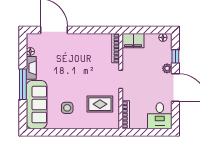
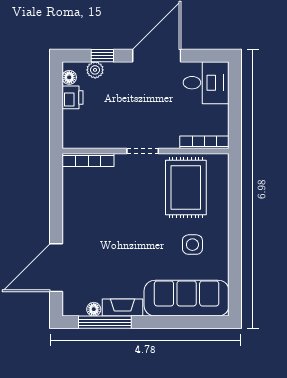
printer: (151, 39) -> (73, 97), added
filing cabinet: (133, 41) -> (75, 129), removed
plant: (167, 68) -> (95, 70), moved
window: (23, 84) -> (105, 322), moved
rug: (100, 104) -> (186, 187), width x1.36, depth x1.43

